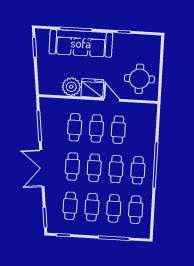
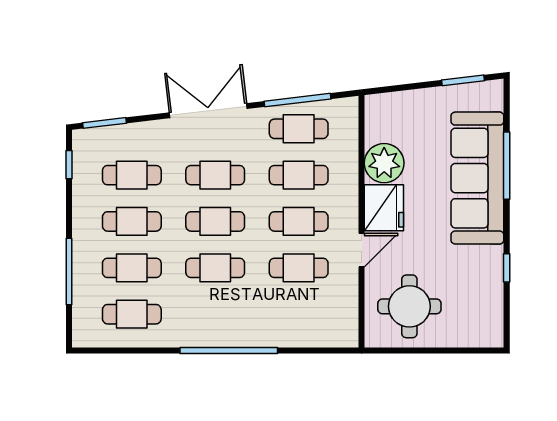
cafe table: (138, 170) -> (299, 129), moved

